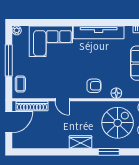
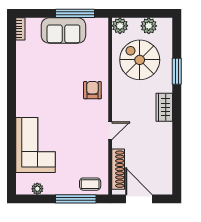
plant: (17, 30) -> (37, 189), moved
tv unit: (99, 32) -> (24, 84), removed
window: (9, 60) -> (76, 199), moved
floor lamp: (116, 93) -> (102, 62), removed

